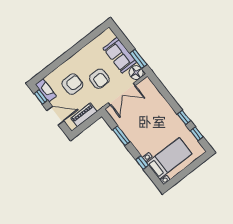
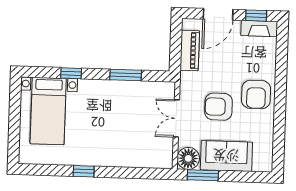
armchair: (72, 84) -> (256, 94), moved
double door: (122, 94) -> (176, 118), width x0.73
window: (197, 134) -> (50, 170), removed

